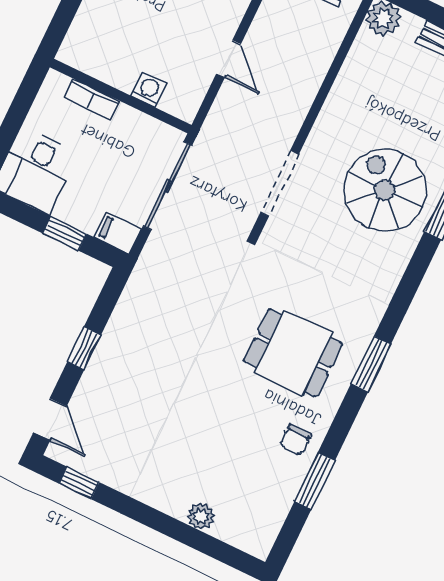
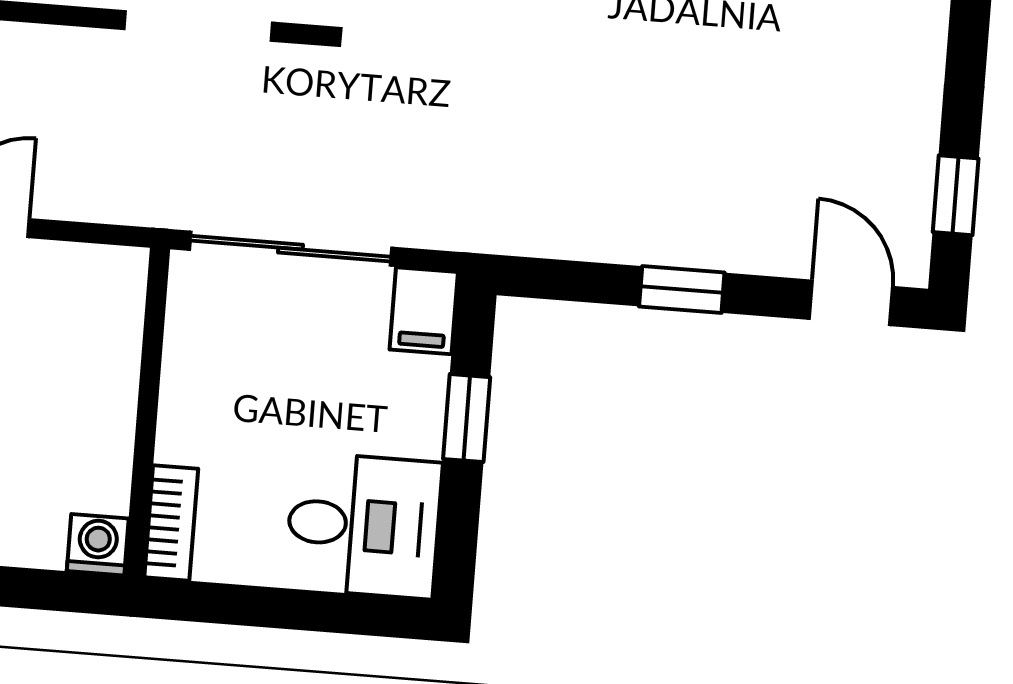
washing machine: (149, 90) -> (98, 545), moved, turned 90
bookcase: (92, 99) -> (171, 523), moved
door: (50, 419) -> (851, 303), hinge flipped

